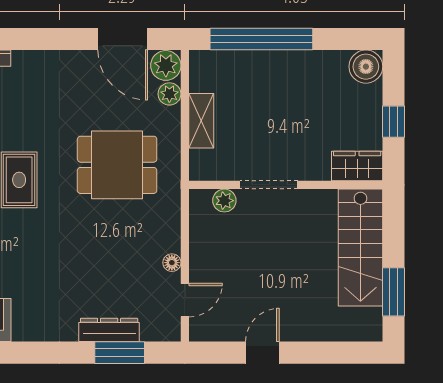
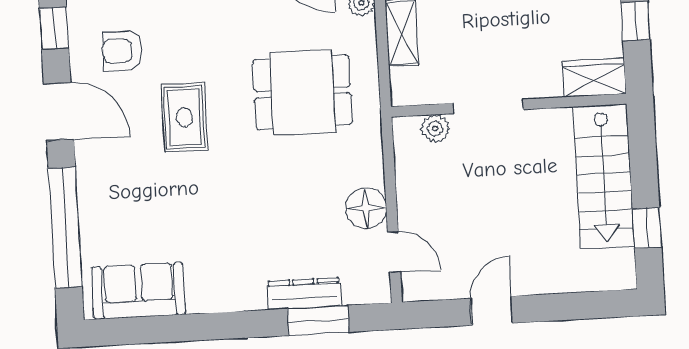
floor lamp: (172, 263) -> (366, 208), width x1.89, depth x1.89
window: (394, 292) -> (647, 228), width x0.67
door: (185, 300) -> (394, 252), hinge flipped

